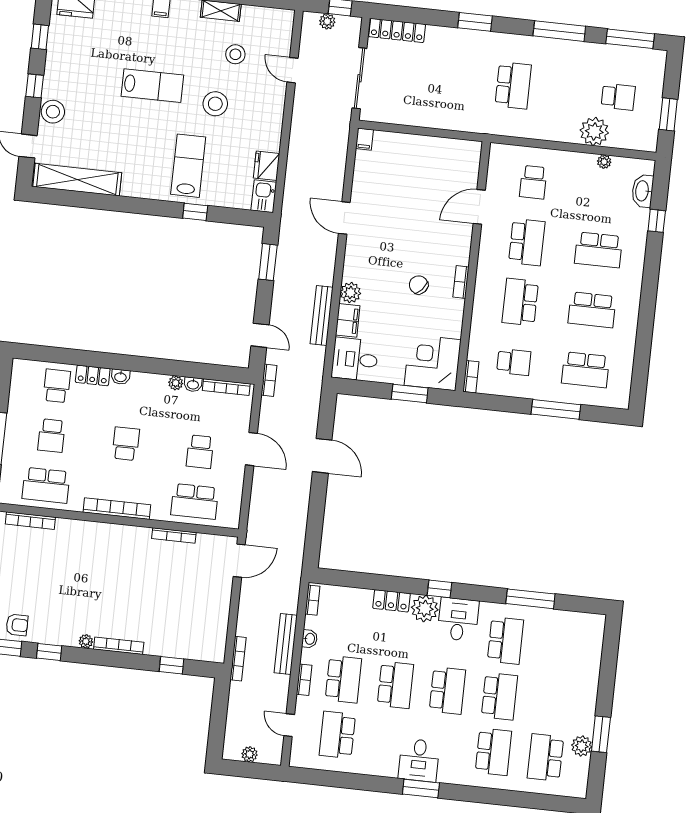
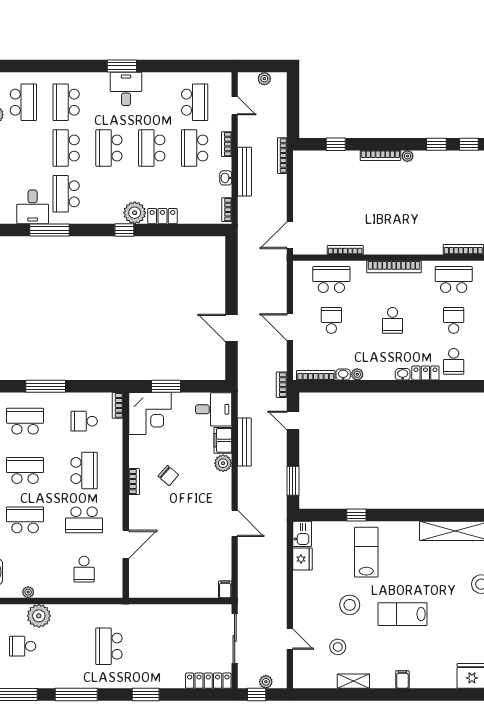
lab bench: (188, 166) -> (366, 552), turned 180
school desk: (533, 182) -> (84, 569), turned 180
school desk: (527, 242) -> (84, 520), turned -90
desk: (458, 619) -> (33, 207), moved
armchair: (17, 625) -> (465, 163), removed

